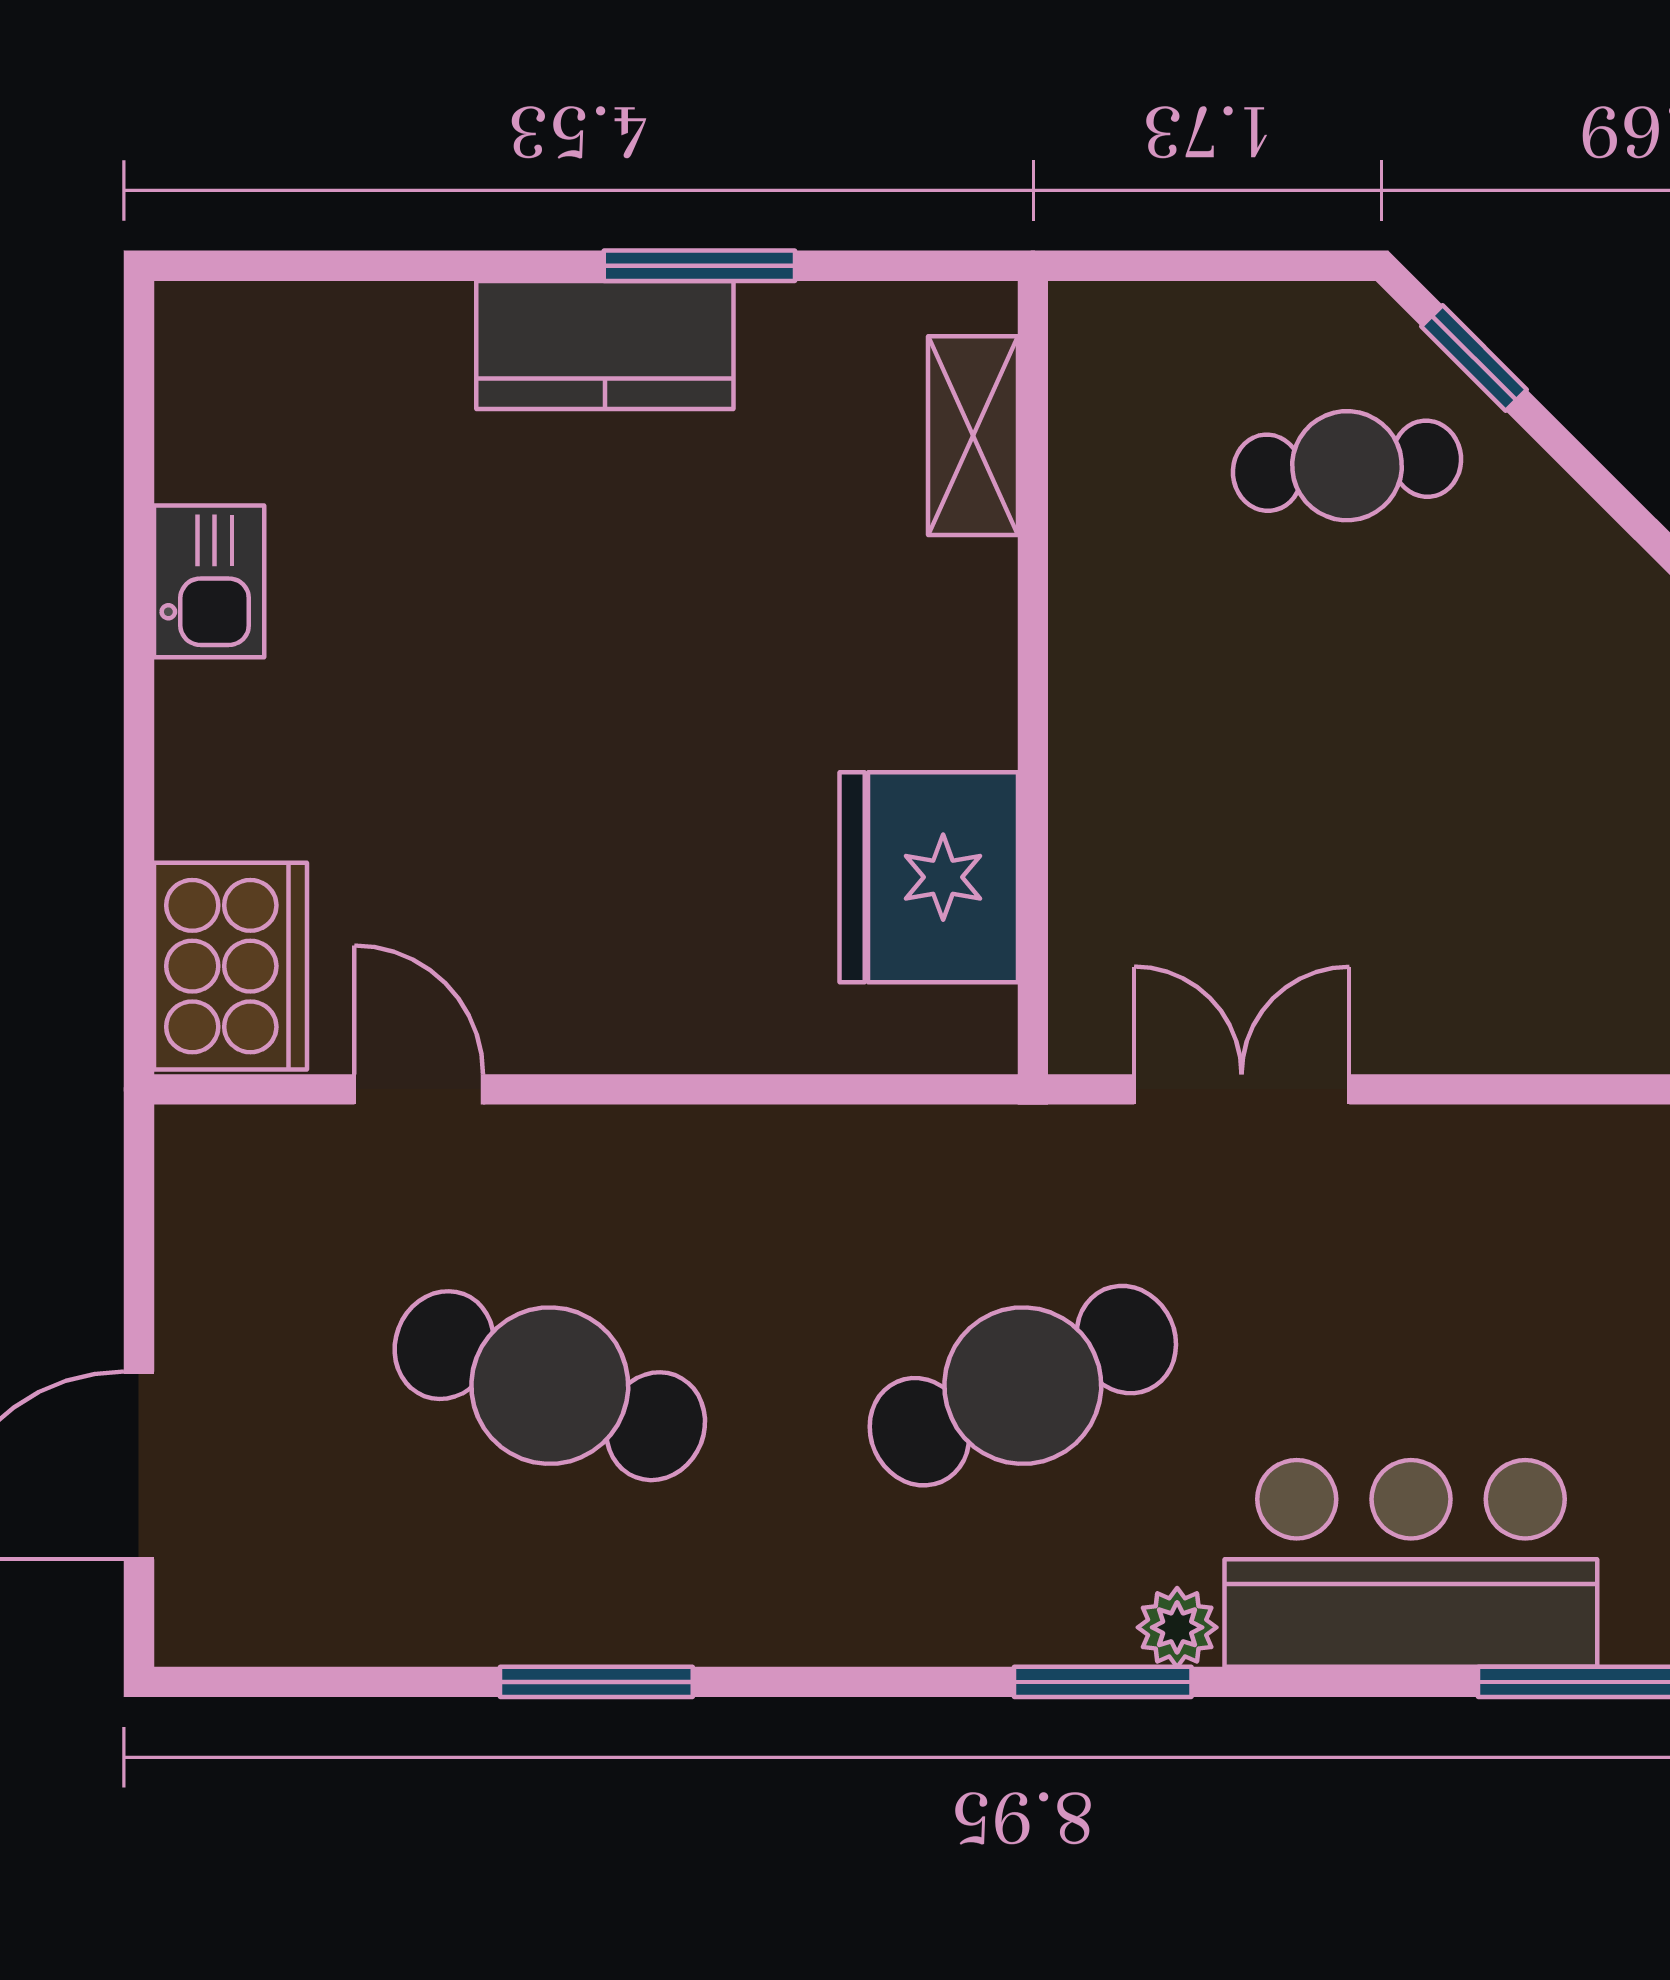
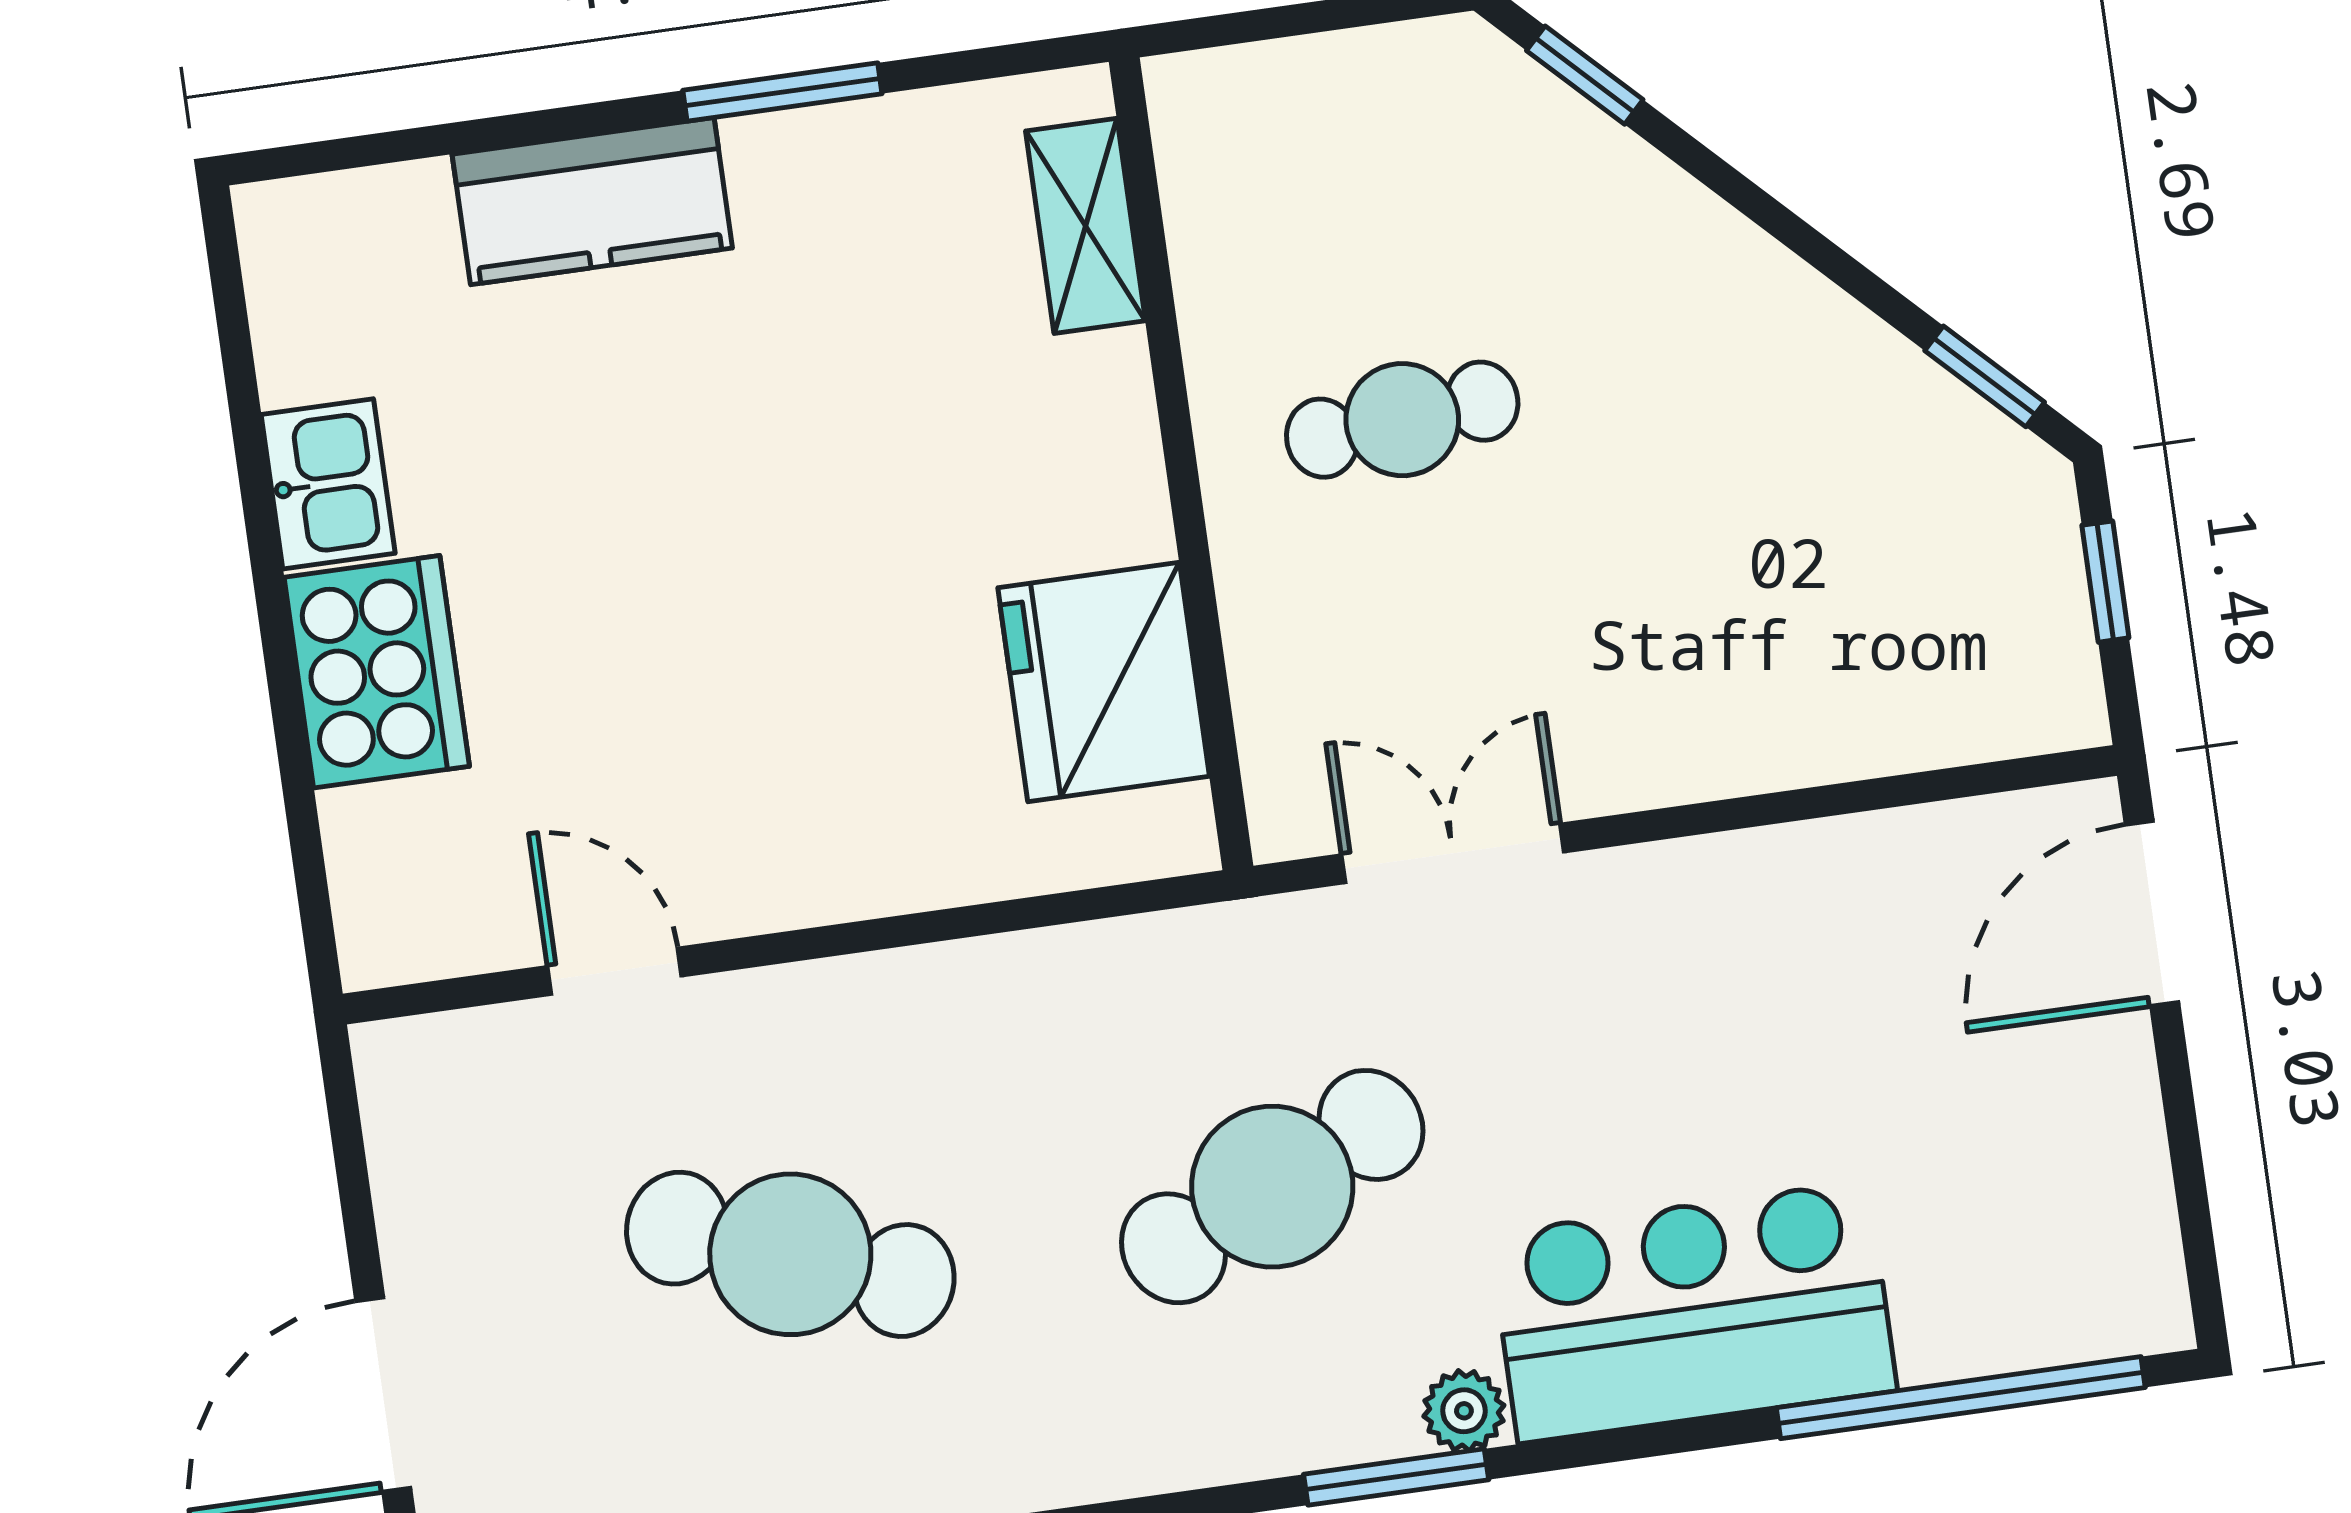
kitchen counter: (605, 345) -> (592, 201), moved
cafe table: (1347, 466) -> (1402, 420), moved
cooker: (230, 966) -> (377, 672), moved

